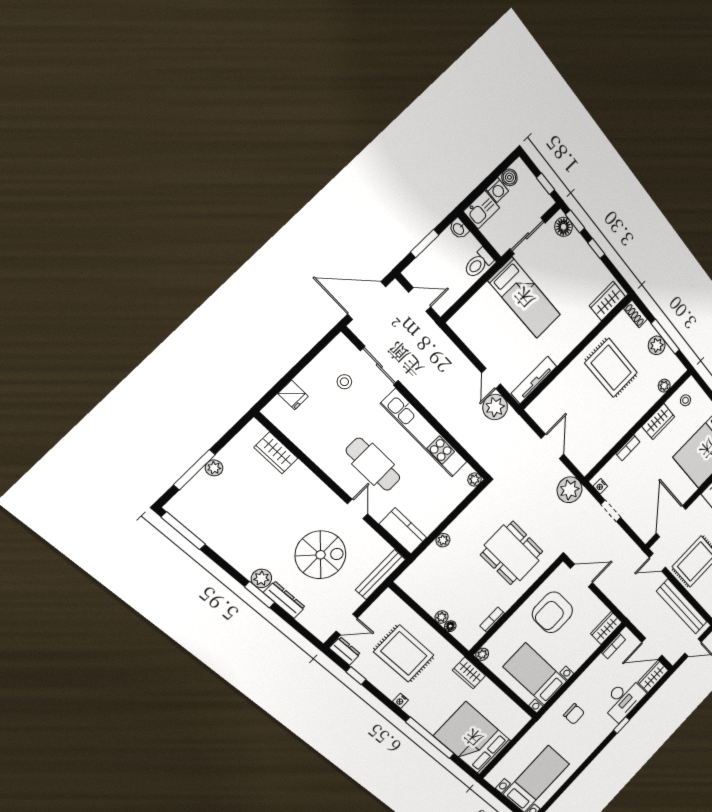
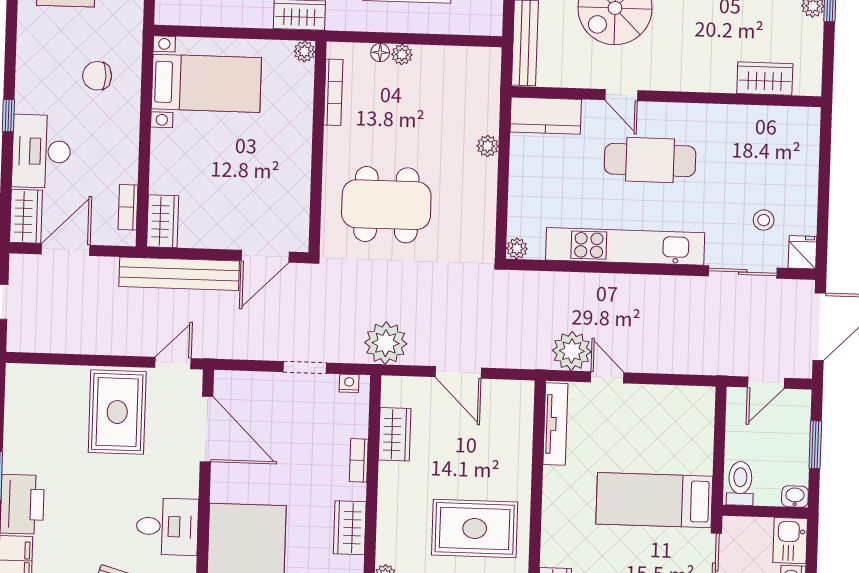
fridge: (293, 395) -> (802, 252), moved, turned 90
wardrobe: (604, 445) -> (395, 434), added
bench: (682, 607) -> (179, 274), moved
armchair: (552, 612) -> (260, 179), removed
bookcase: (492, 620) -> (333, 92), width x1.56

